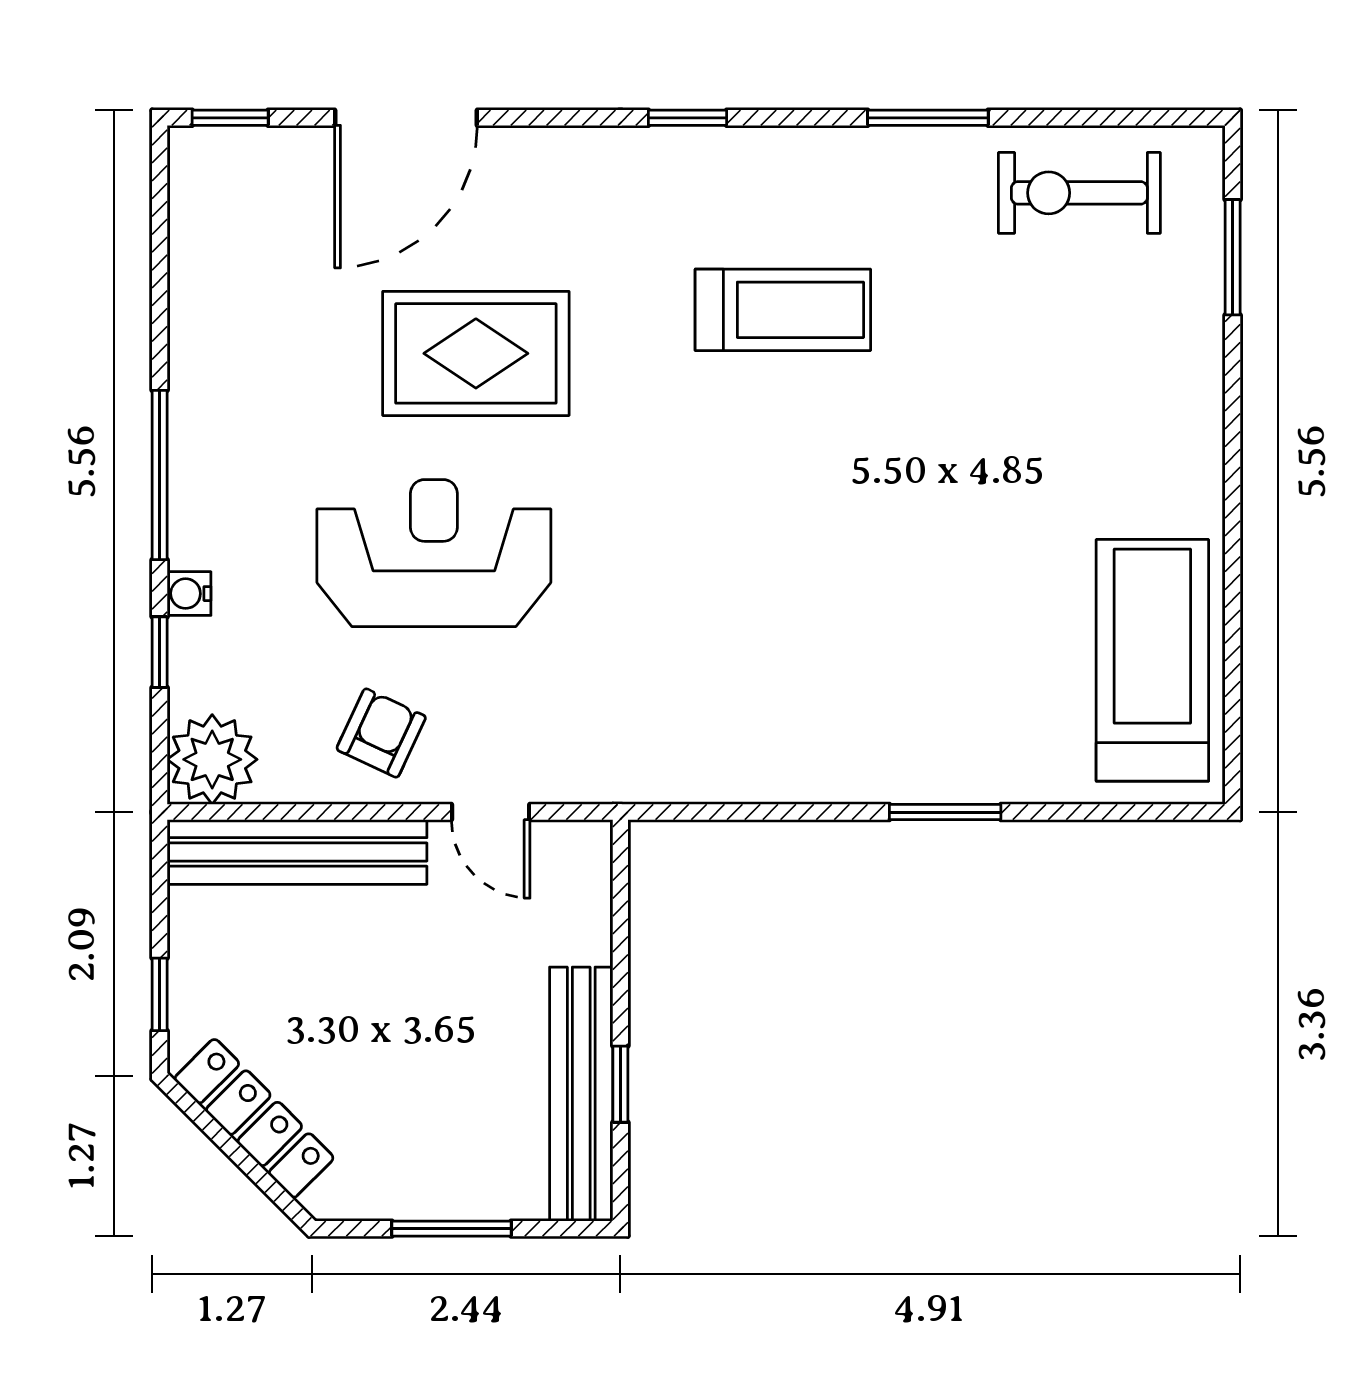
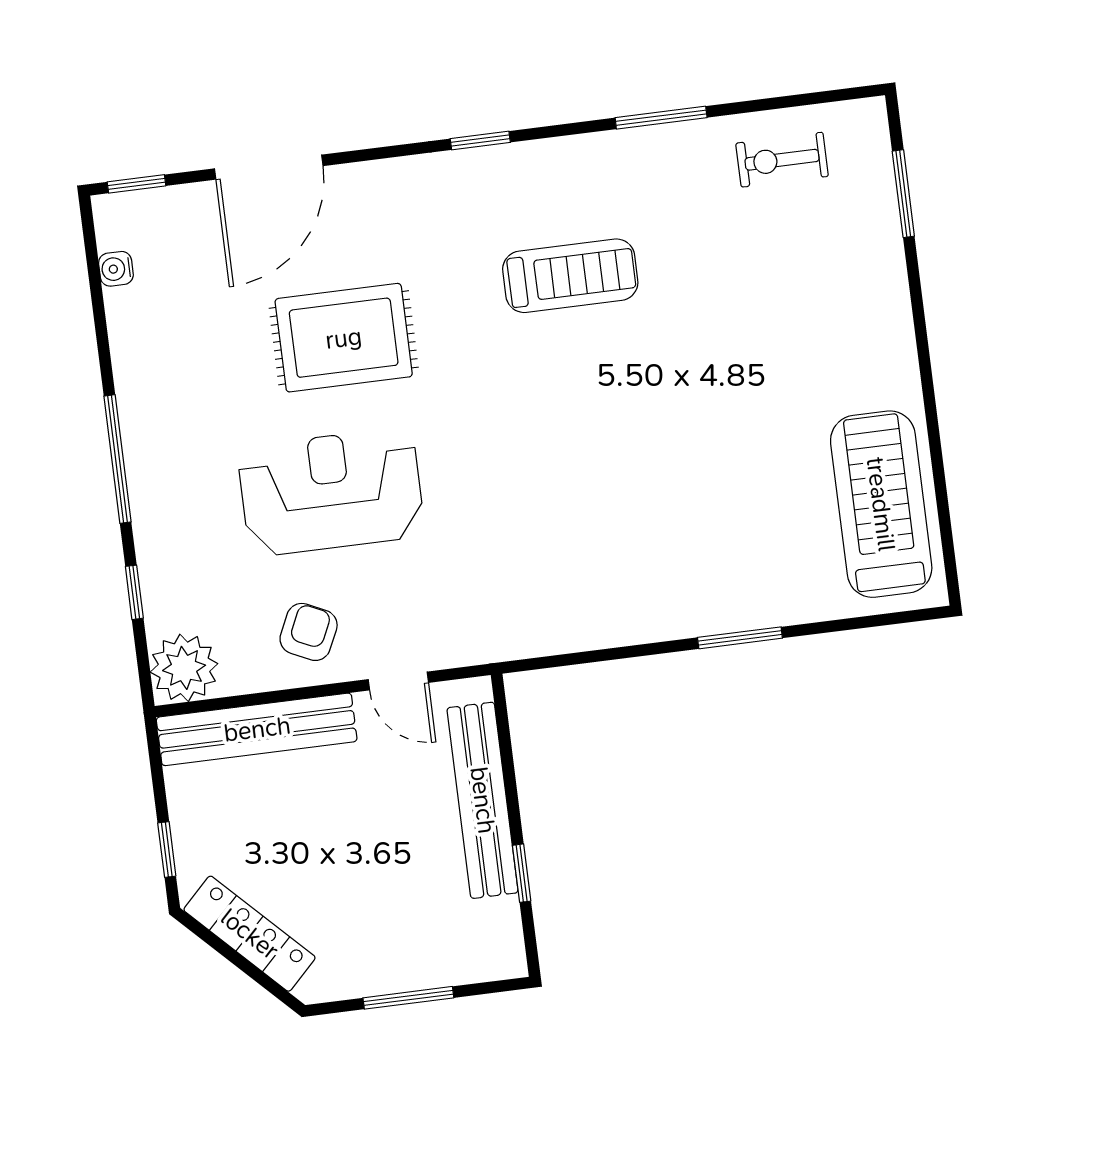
exercise bike: (1079, 193) -> (782, 160), width x0.73, depth x0.72
water cooler: (189, 594) -> (116, 269), moved
bench: (581, 1094) -> (483, 800), moved

